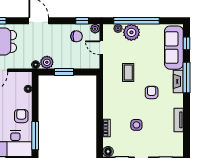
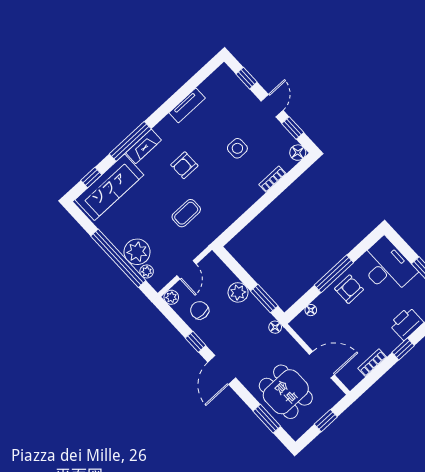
window: (82, 21) -> (196, 342), moved
plant: (47, 62) -> (238, 292), moved
window: (64, 72) -> (264, 299), moved
armchair: (21, 116) -> (349, 289), turned 180
window: (35, 136) -> (334, 274), moved

